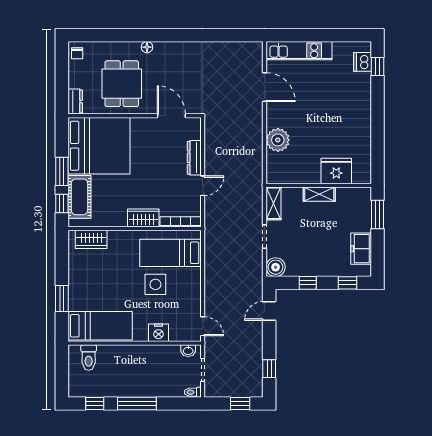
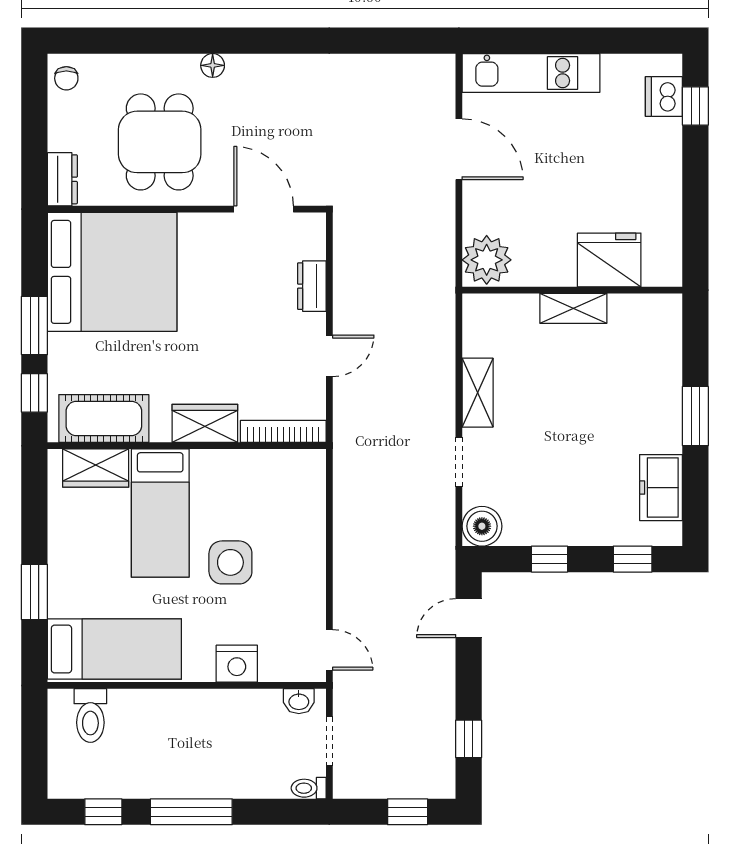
dresser: (194, 158) -> (312, 286), width x0.70
fridge: (336, 171) -> (609, 260), moved
wall: (319, 185) -> (572, 290), moved
shelving: (319, 194) -> (573, 308), moved
cot: (79, 197) -> (104, 418), moved, turned 90
bed: (170, 253) -> (160, 513), moved, turned -90

